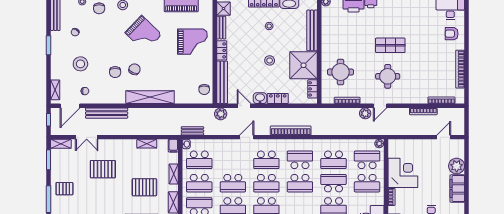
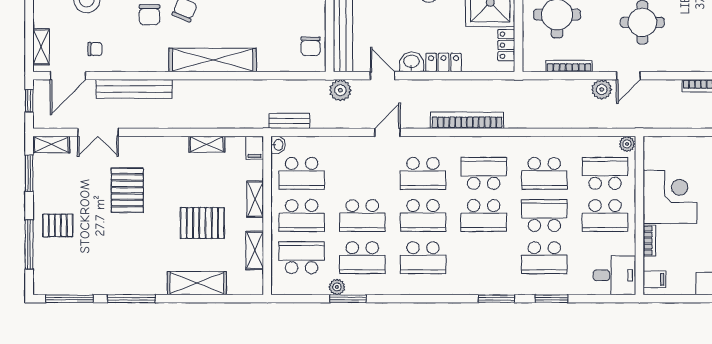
pallet: (103, 169) -> (127, 190), turned 90

